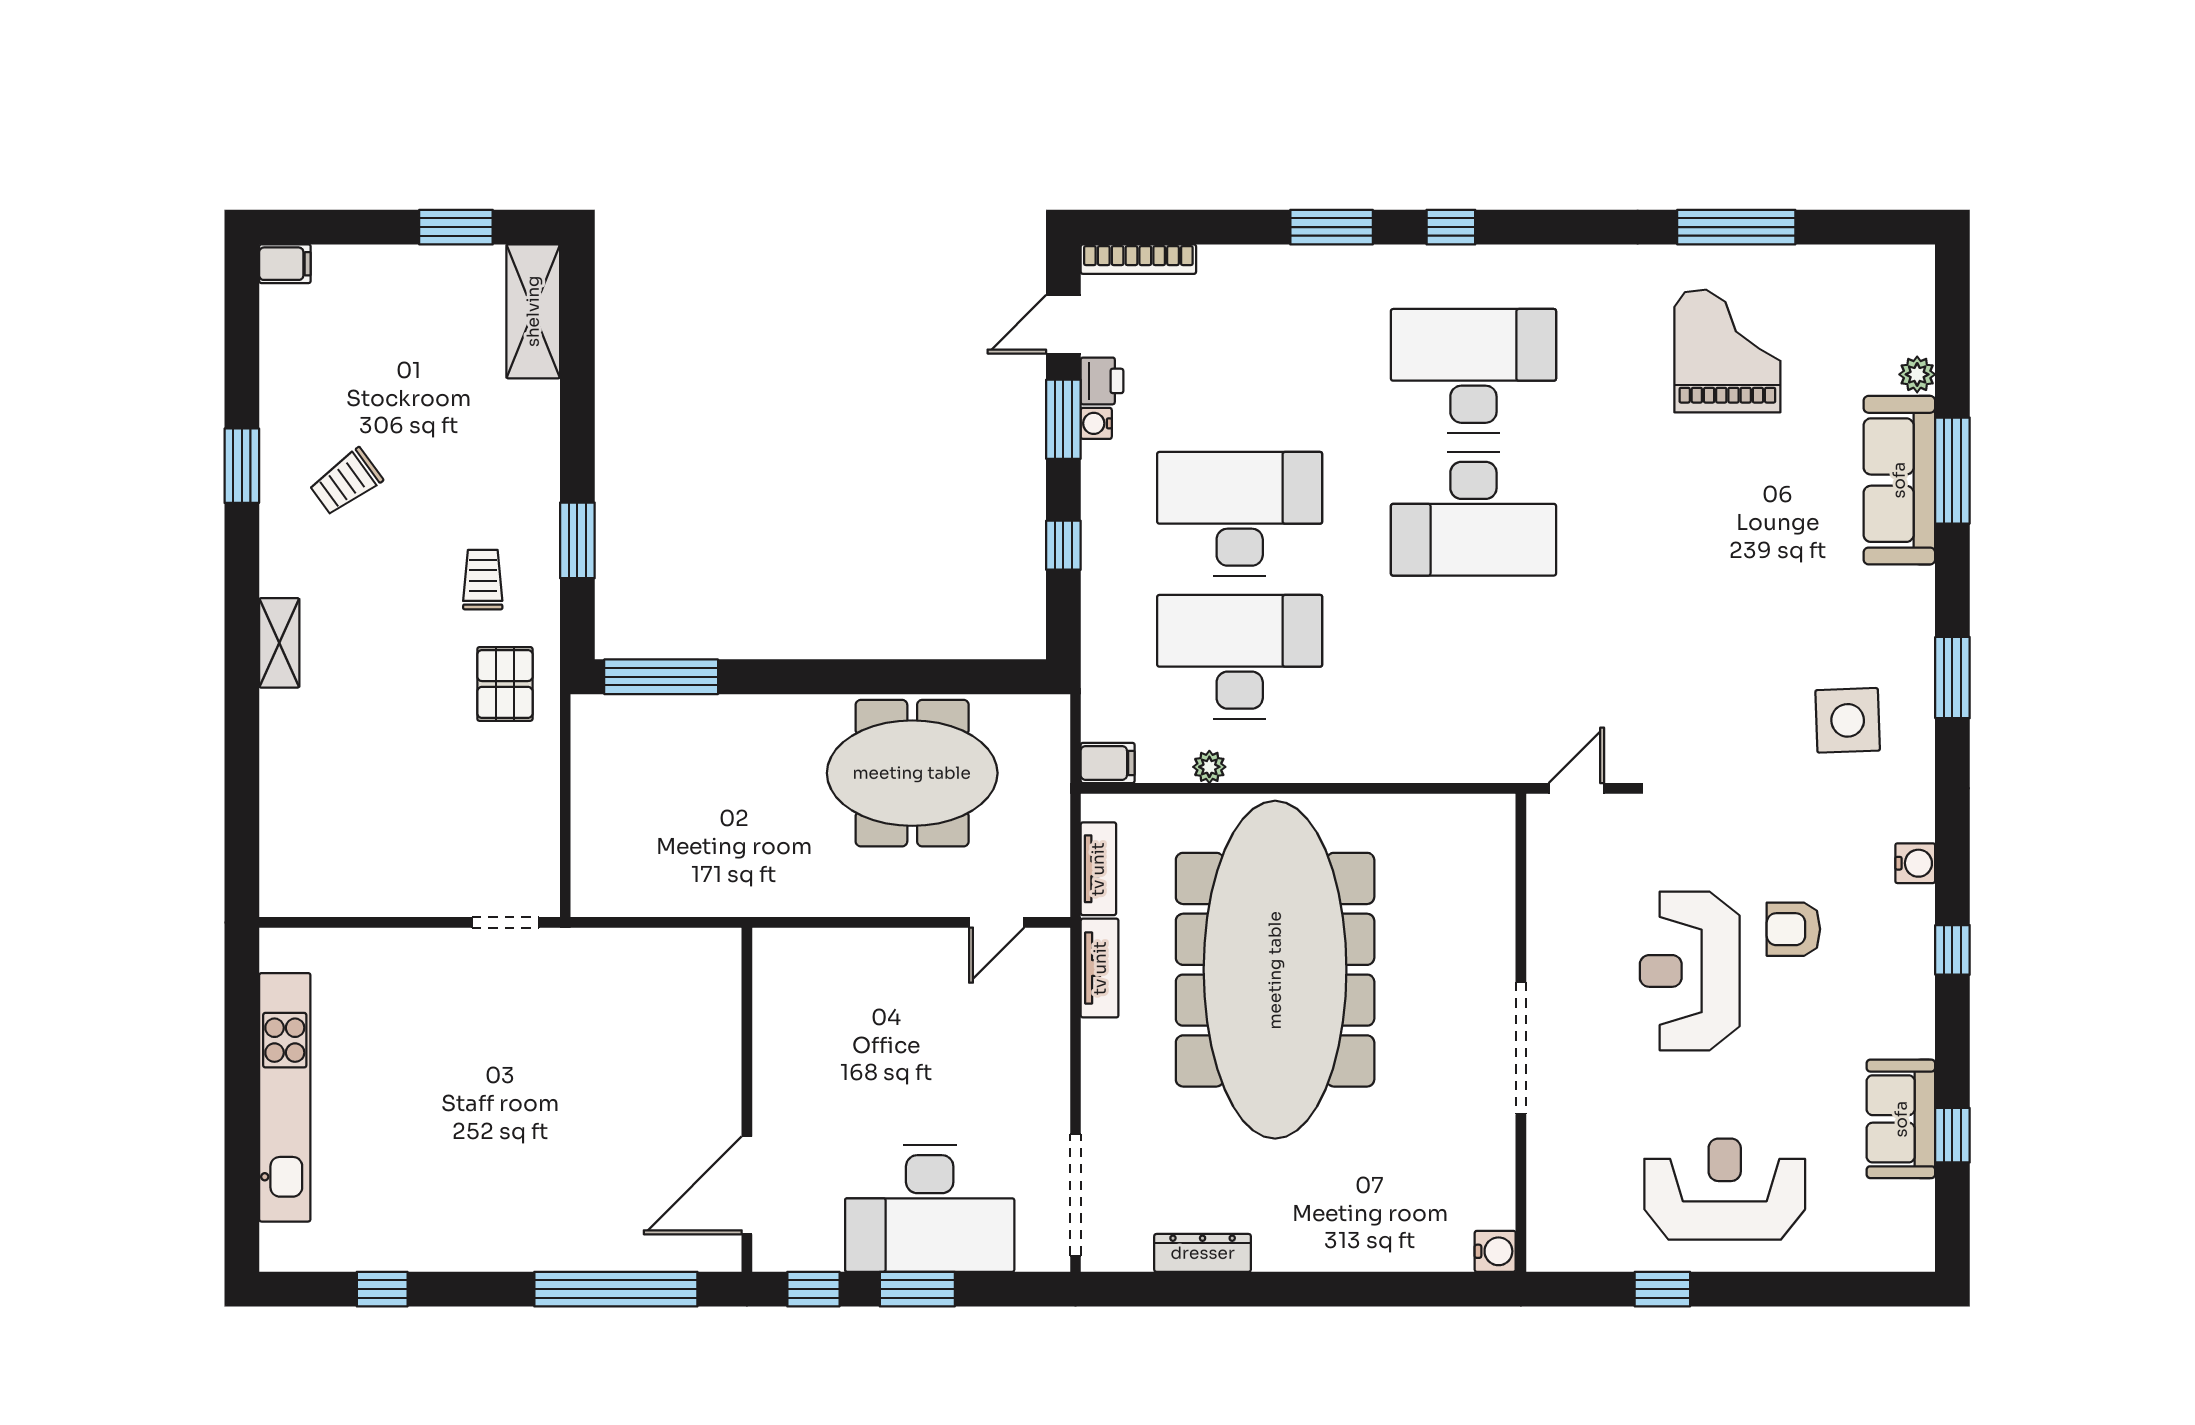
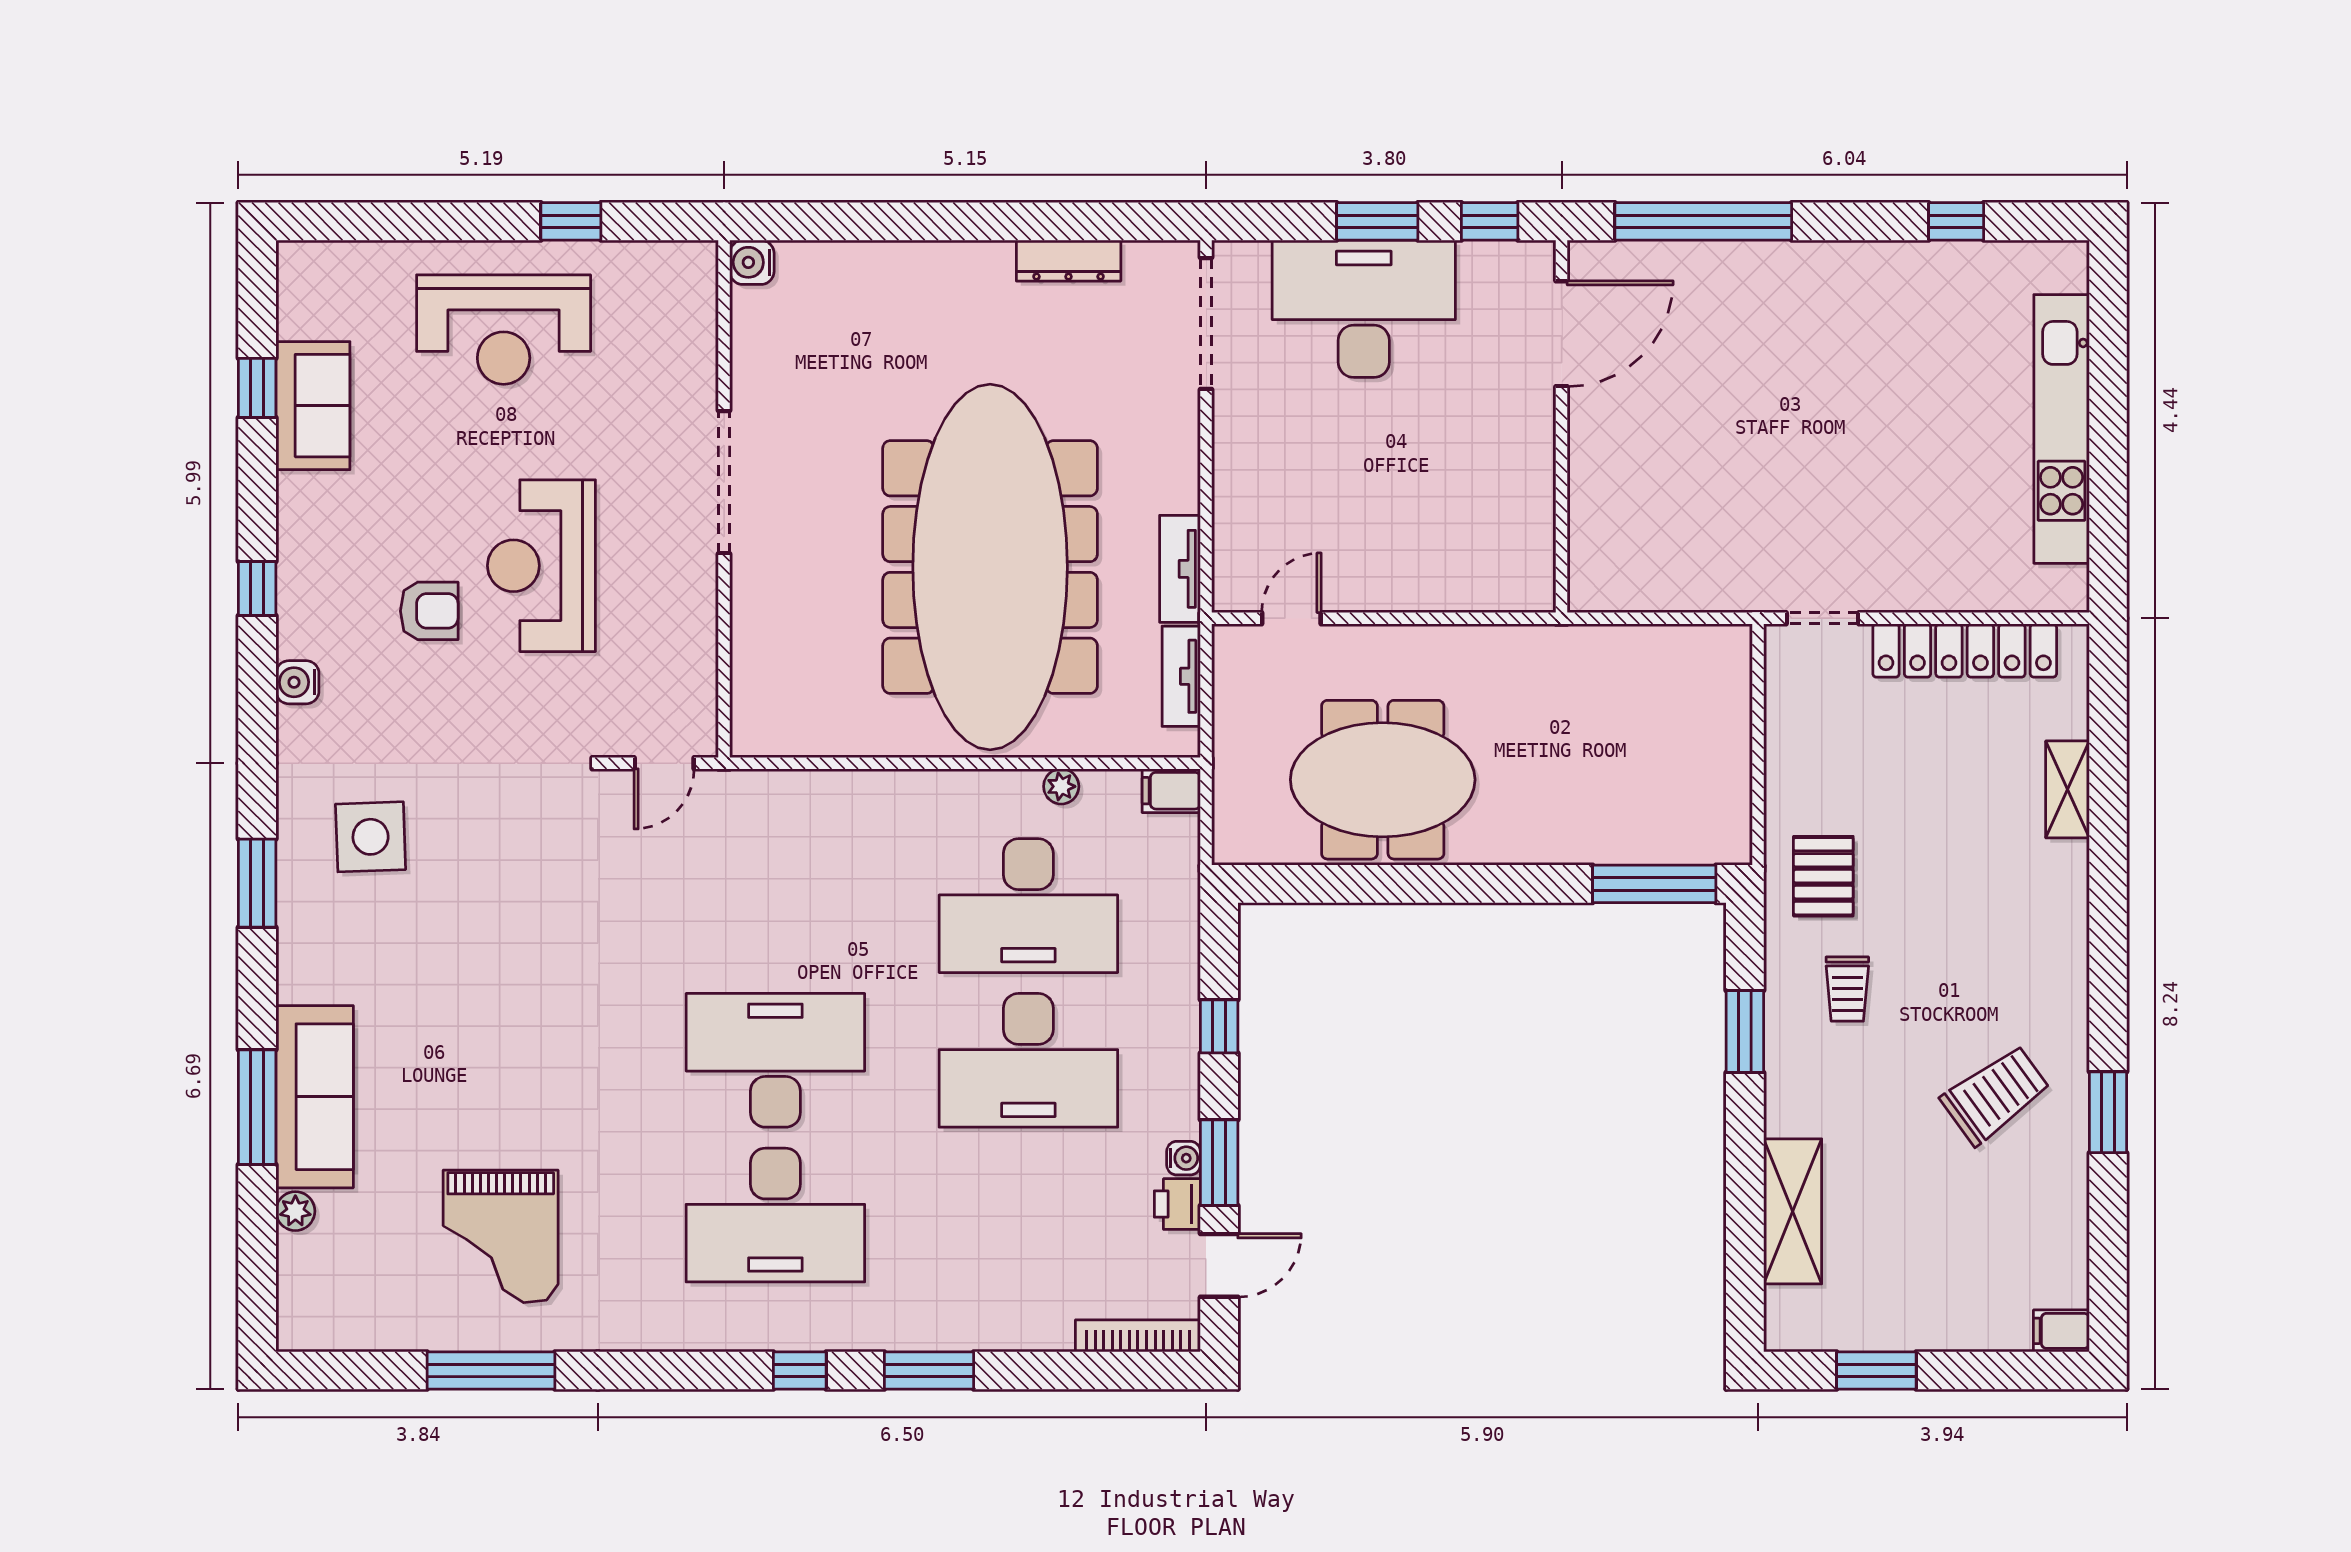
shelving: (533, 311) -> (1793, 1211), moved
trolley: (346, 482) -> (1995, 1095), width x1.36, depth x1.39
shelving: (279, 643) -> (2067, 789), moved
locker: (374, 893) -> (1965, 651), added
reception desk: (1690, 971) -> (541, 566), turned 180

